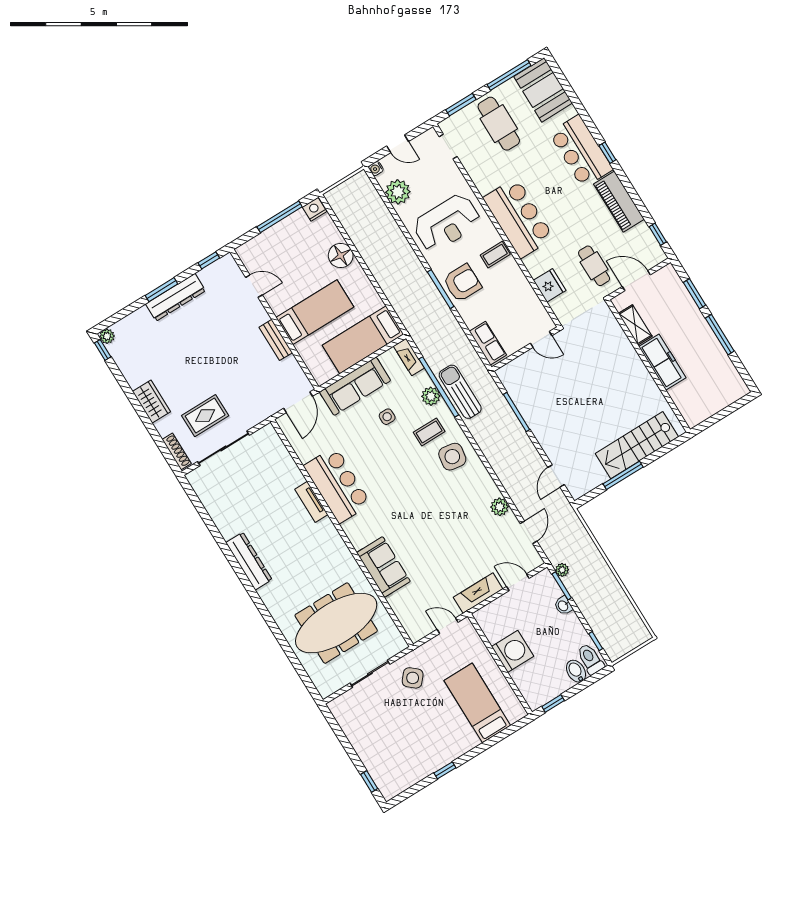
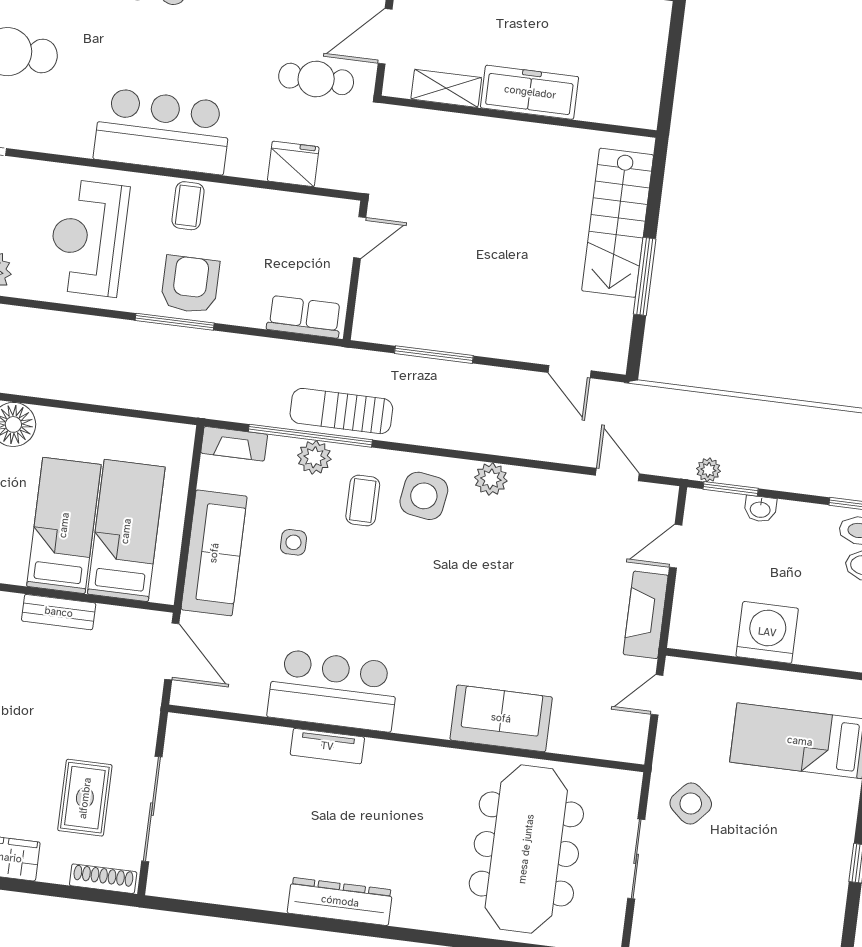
reception desk: (447, 223) -> (88, 238), turned 180
bed: (363, 340) -> (126, 531), moved, turned 180
plant: (500, 507) -> (491, 479), moved

